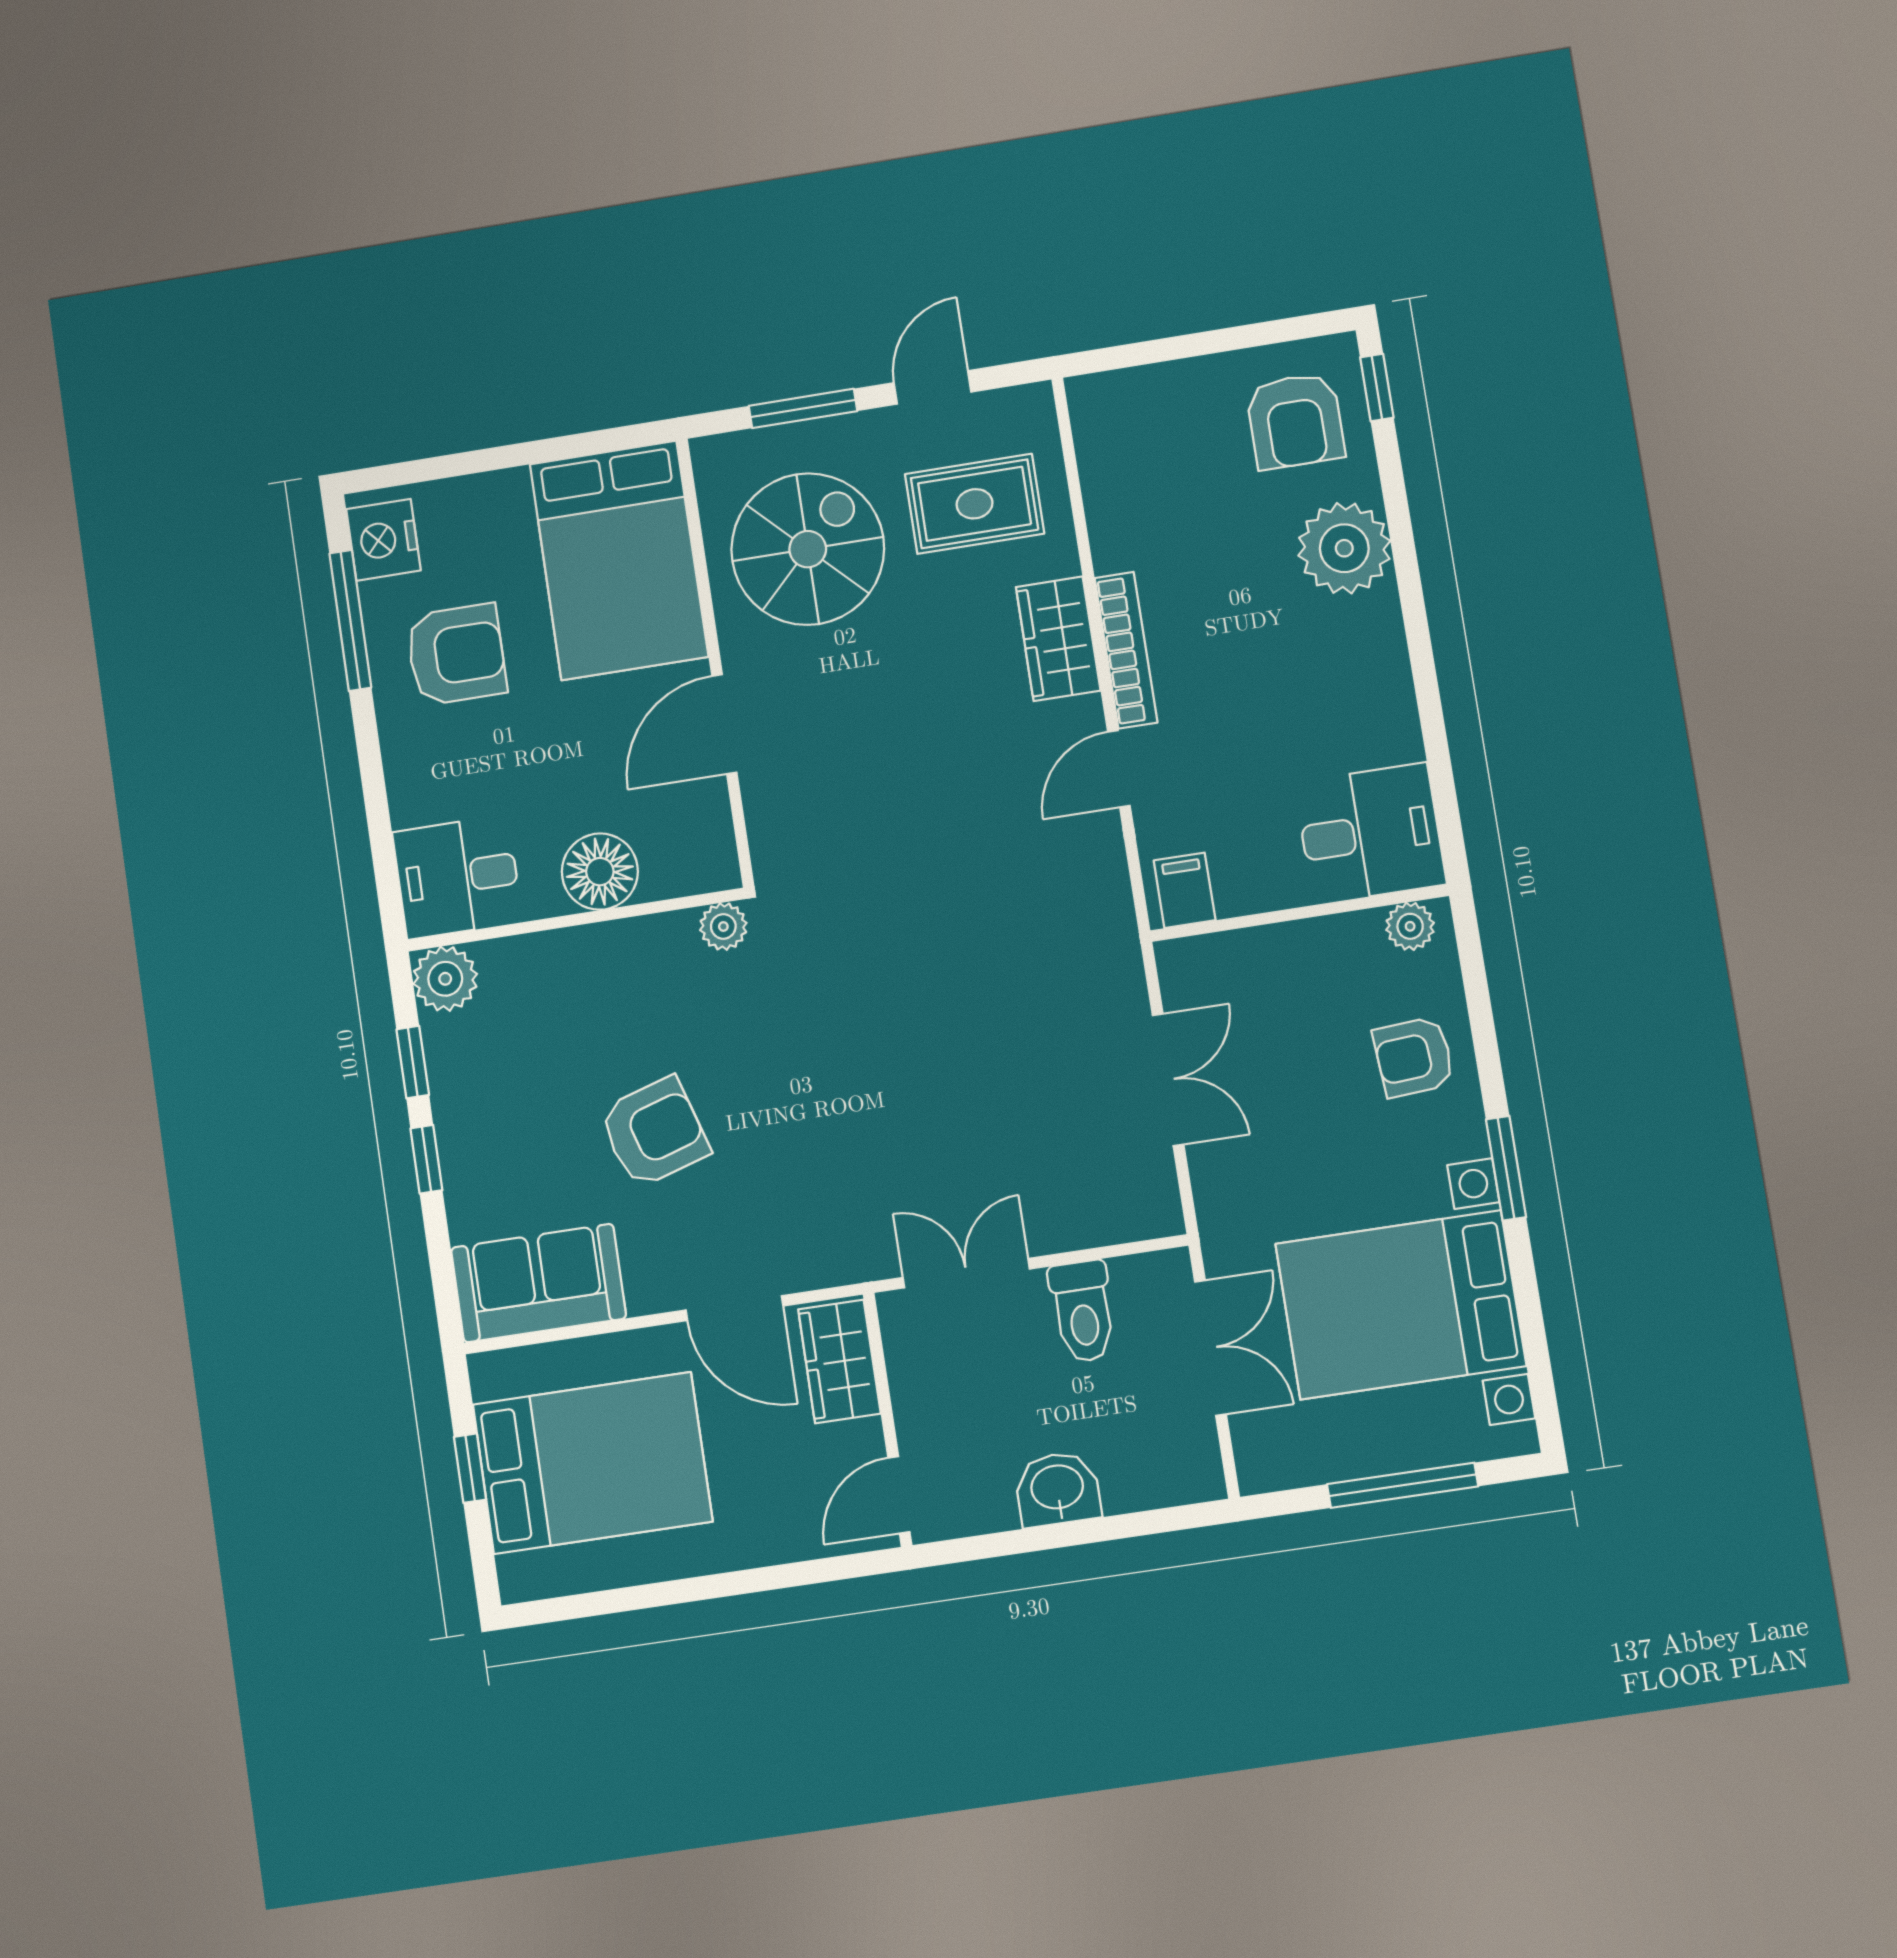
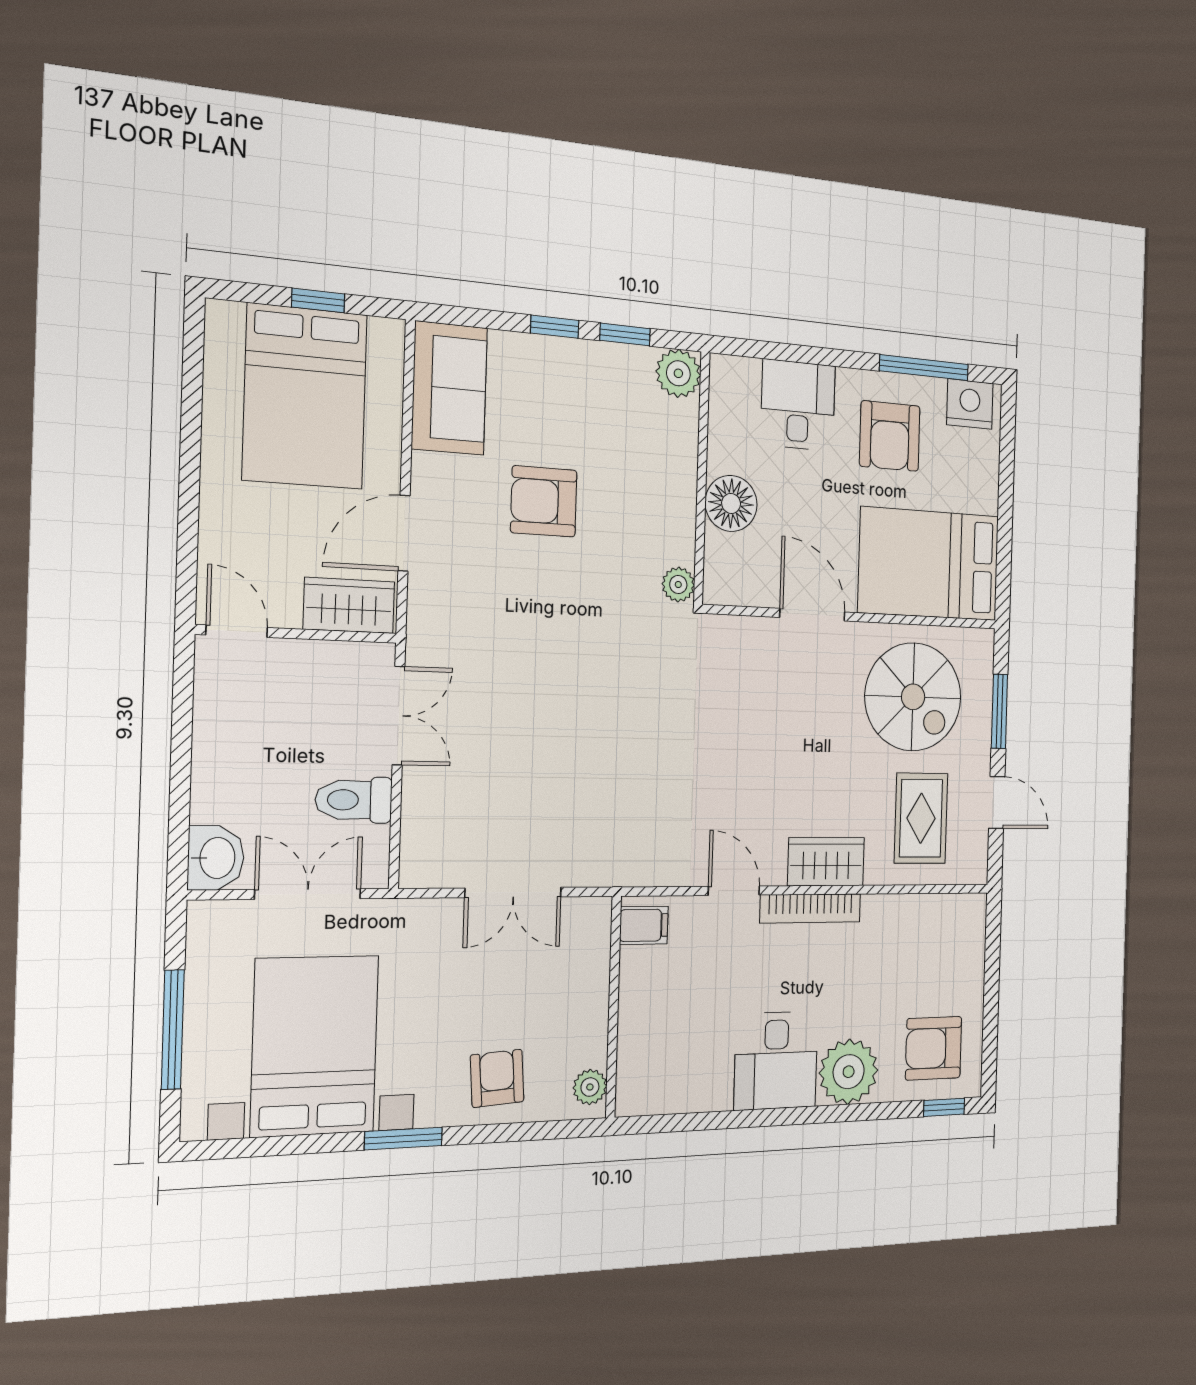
desk: (1370, 833) -> (776, 1061), moved
desk: (457, 877) -> (798, 405), moved
armchair: (654, 1132) -> (544, 501), turned 107
double door: (1211, 1348) -> (308, 894), swing flipped
washbasin: (1057, 1489) -> (216, 858), moved

